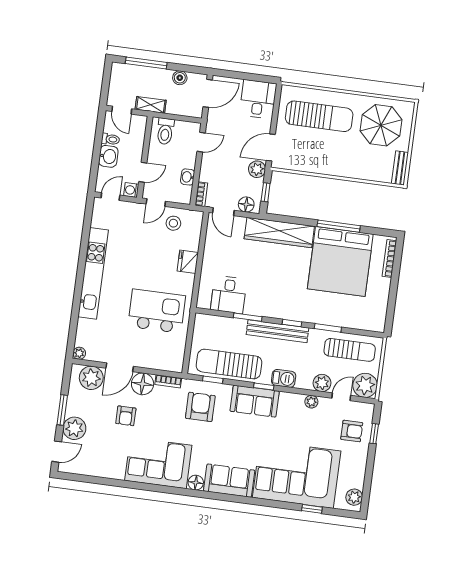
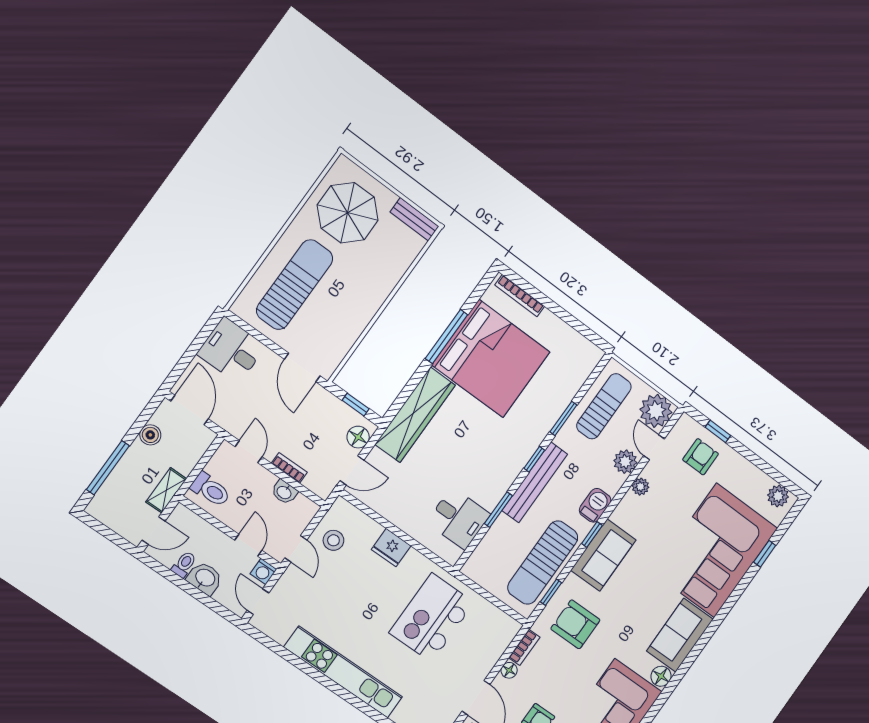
plant: (257, 169) -> (321, 400), removed
bookcase: (201, 194) -> (289, 468), moved
floor lamp: (143, 384) -> (509, 670), width x0.53, depth x0.53

